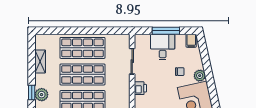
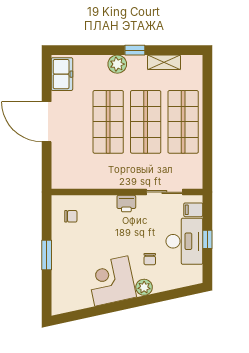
window: (166, 31) -> (207, 239), width x0.46
filing cabinet: (191, 41) -> (193, 210), moved
desk: (163, 47) -> (184, 241), width x1.37
window: (32, 93) -> (135, 50), moved

